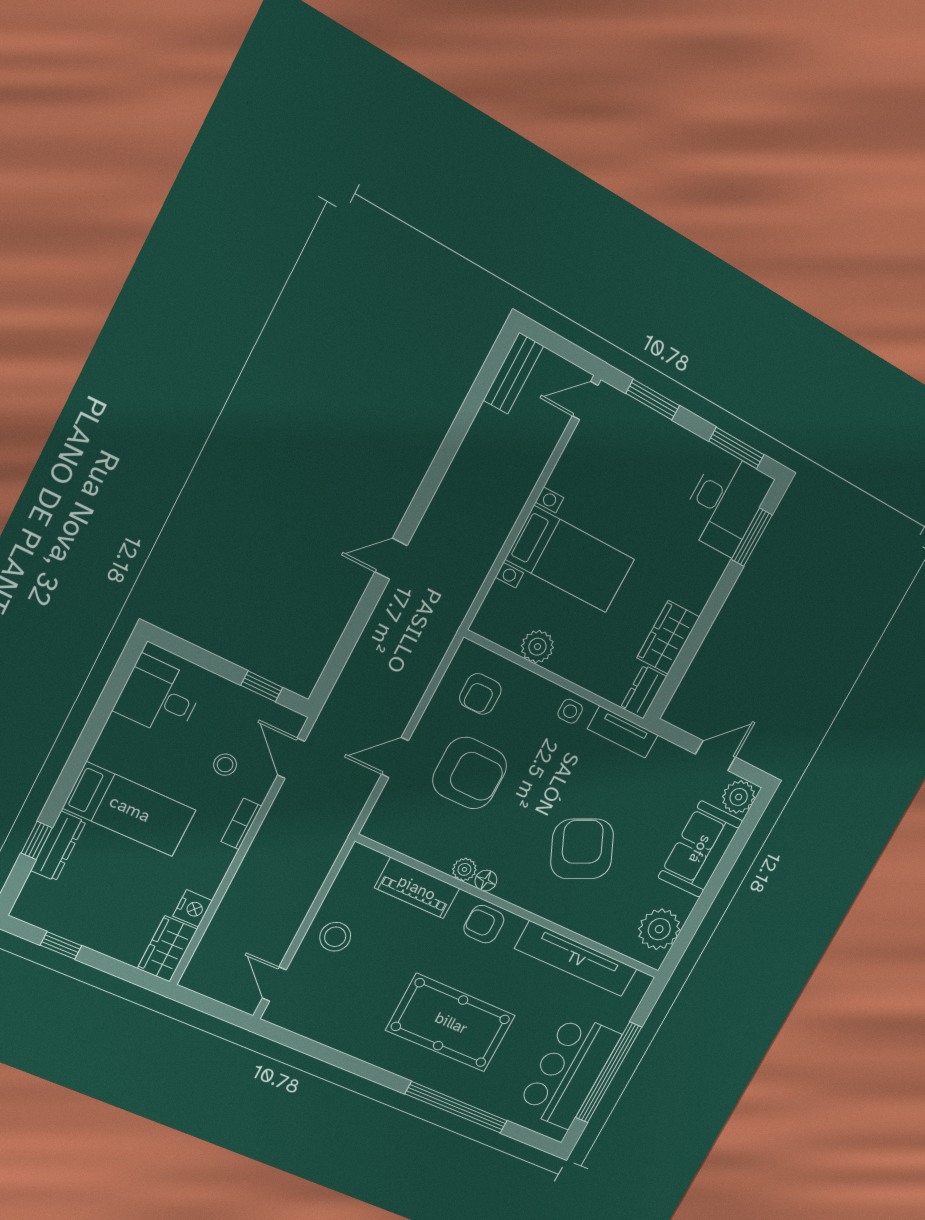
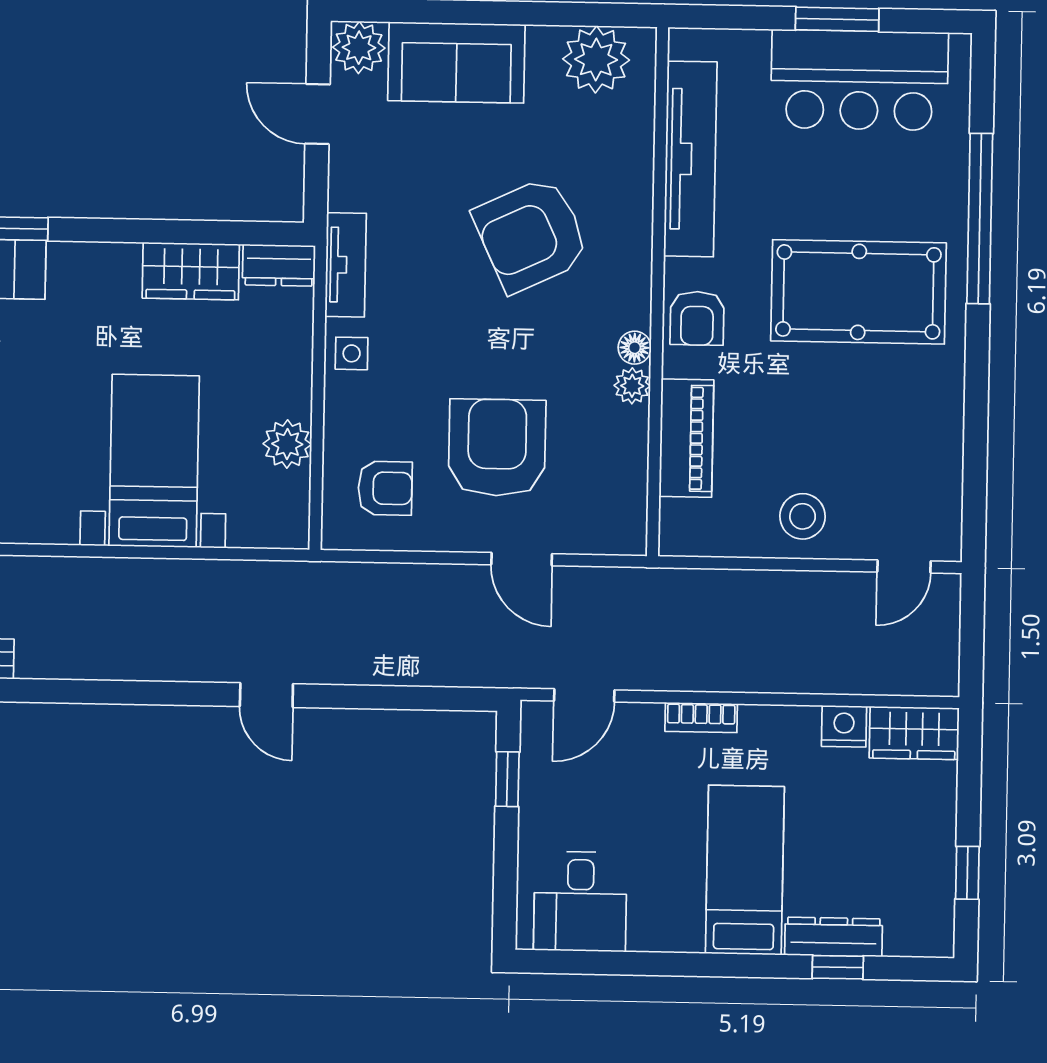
stool: (225, 765) -> (631, 777), removed
pool table: (451, 1023) -> (858, 292), turned 90
window: (608, 1072) -> (837, 19), width x0.47

